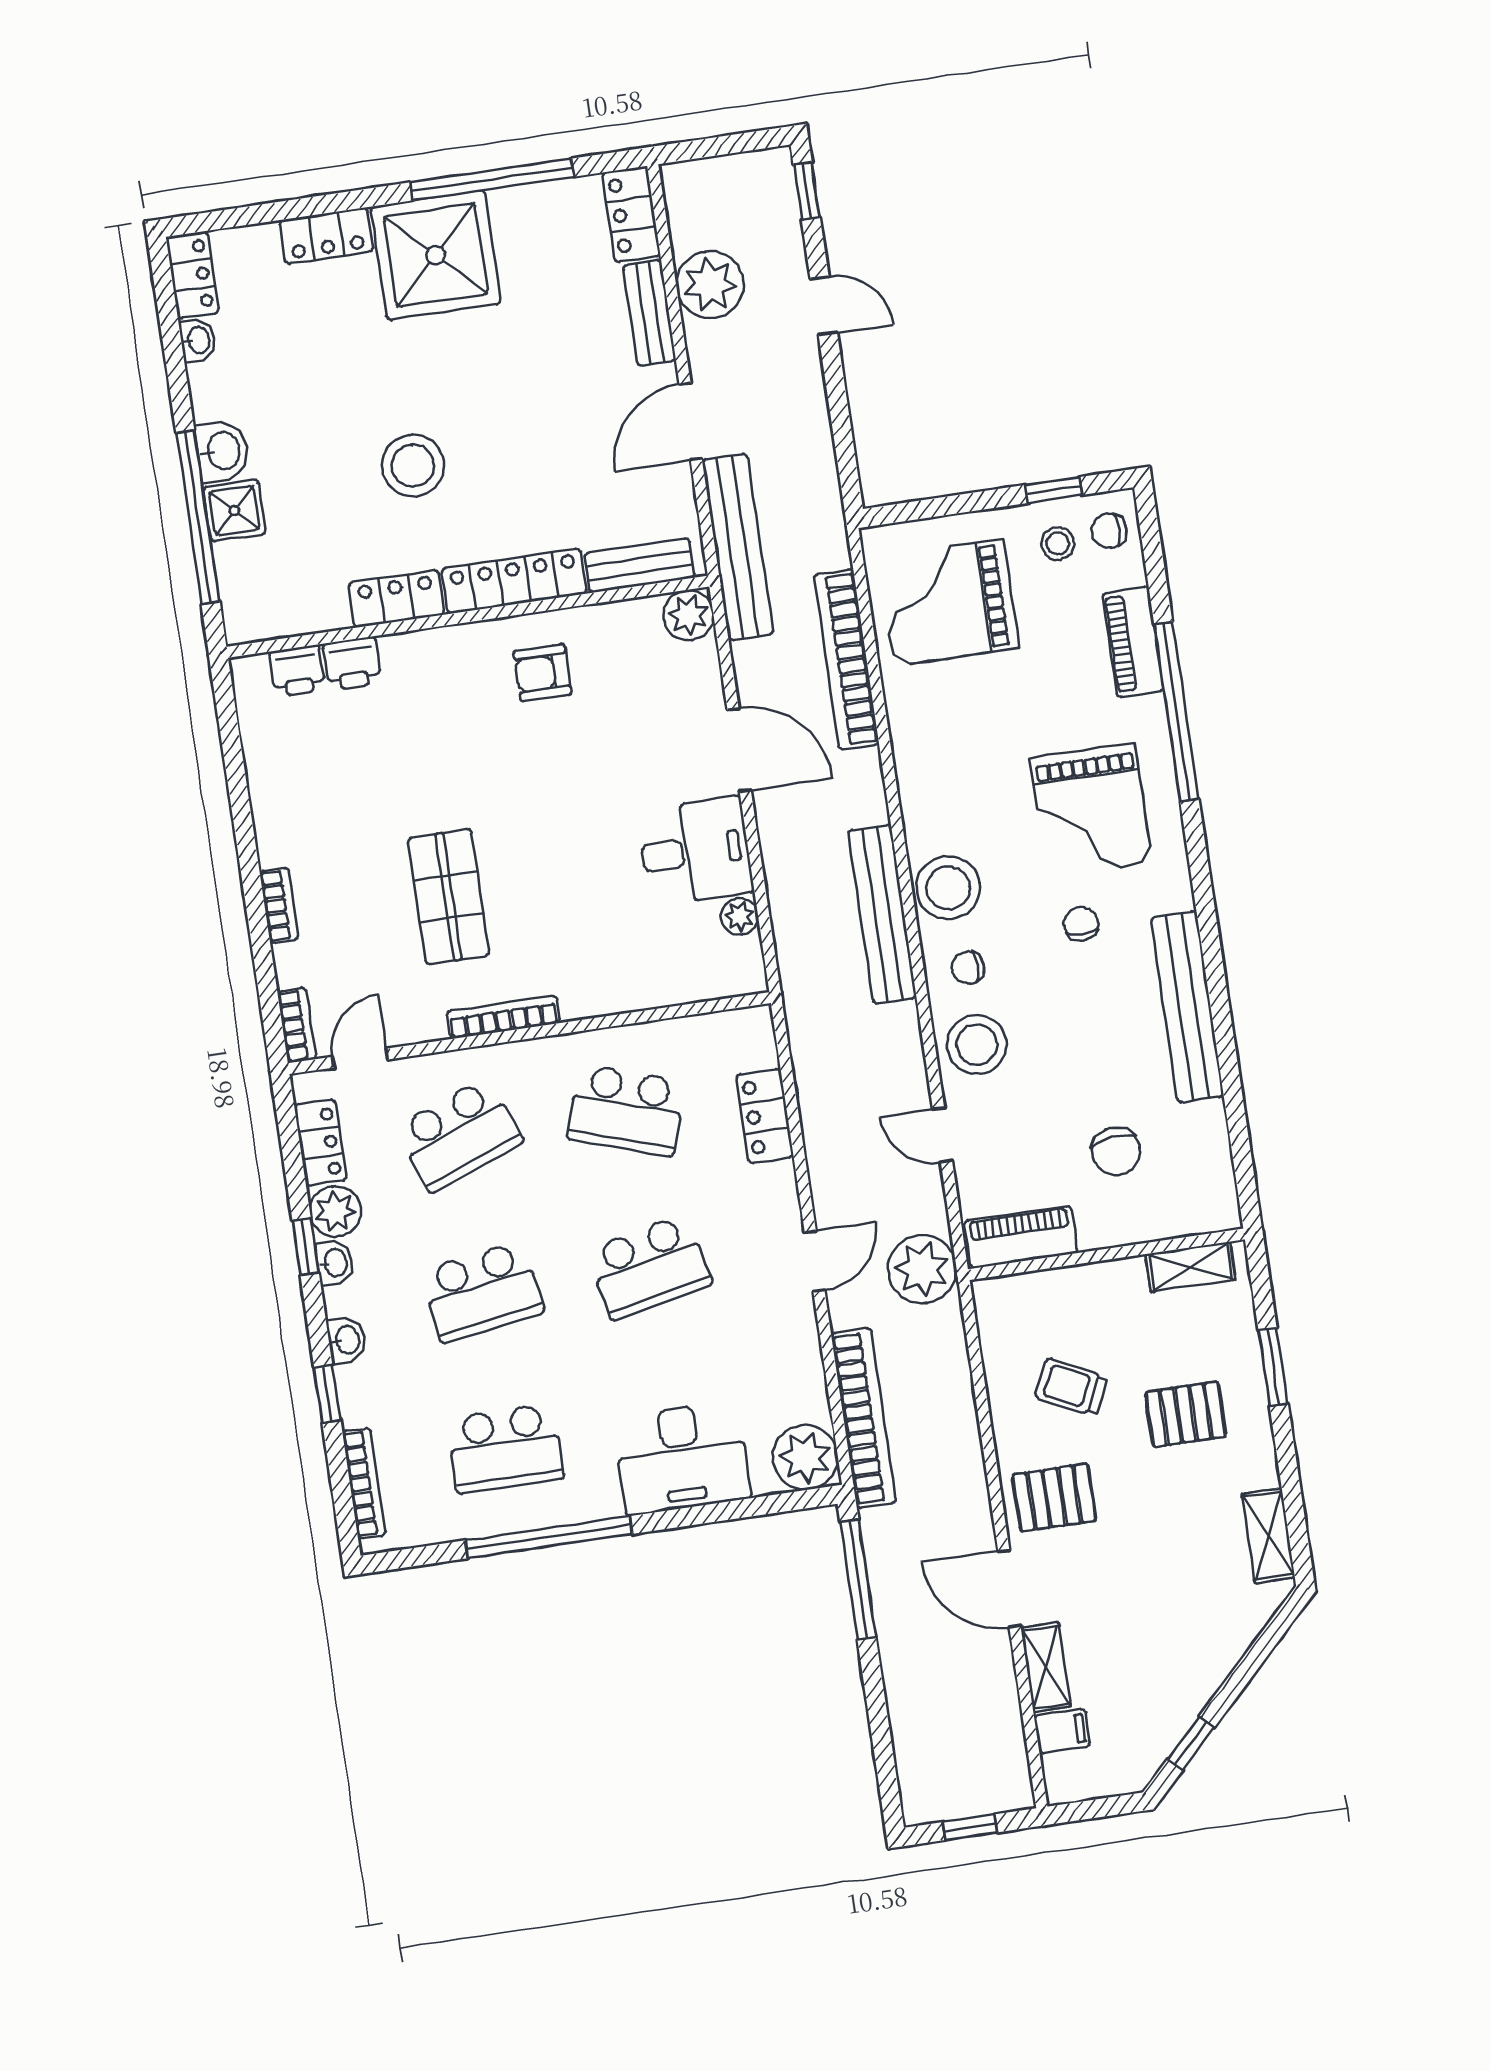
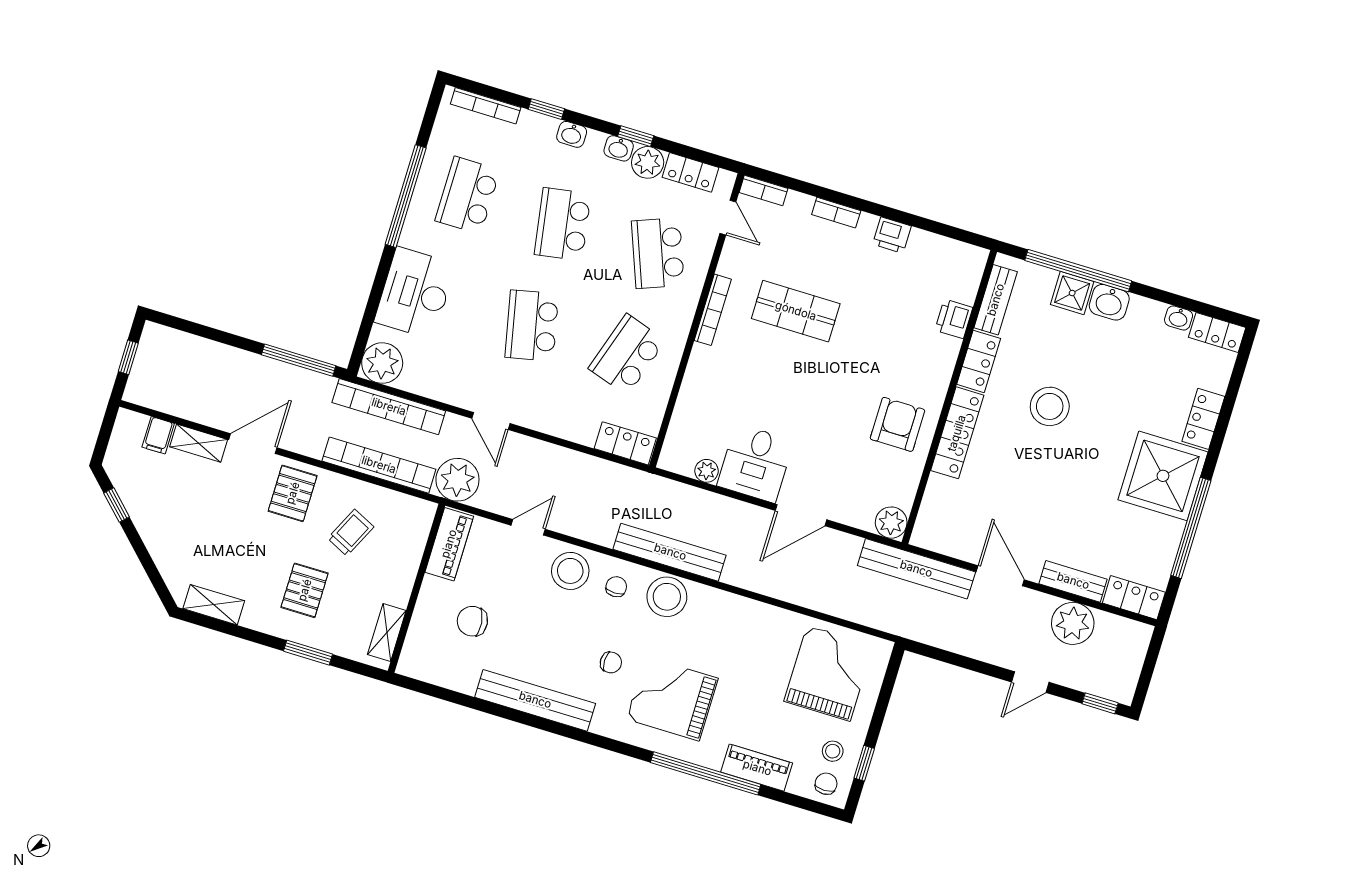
bench: (640, 565) -> (996, 300), moved
bookcase: (846, 660) -> (379, 465), moved
printer: (297, 671) -> (892, 235), moved, turned -90
armchair: (543, 673) -> (898, 424), width x1.38, depth x1.38
locker: (765, 1116) -> (625, 443), moved

